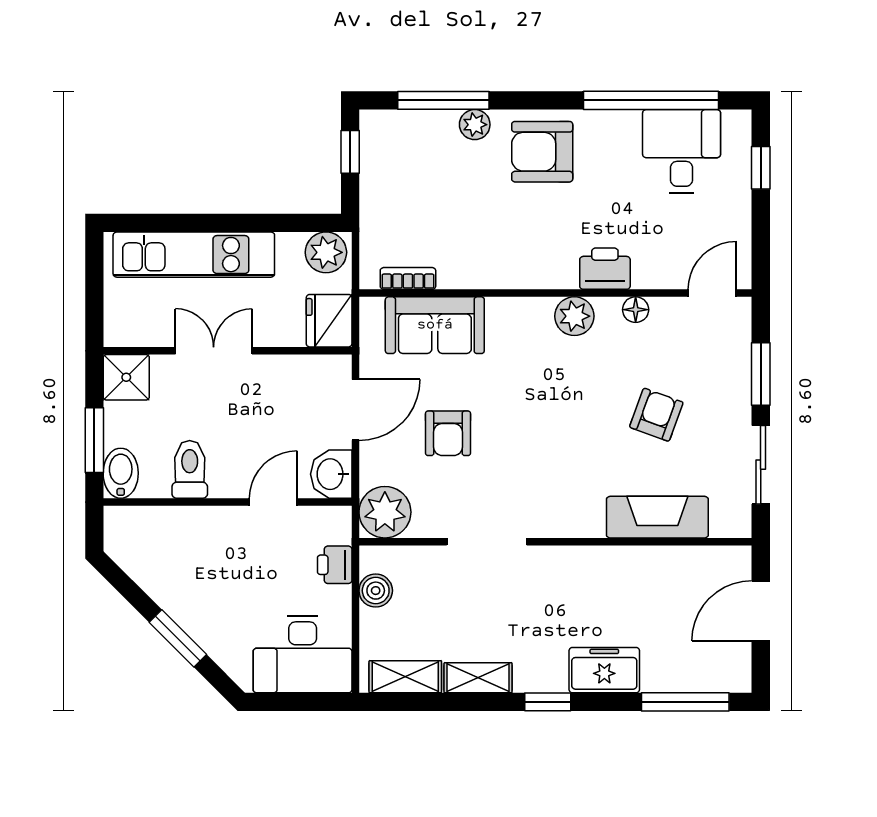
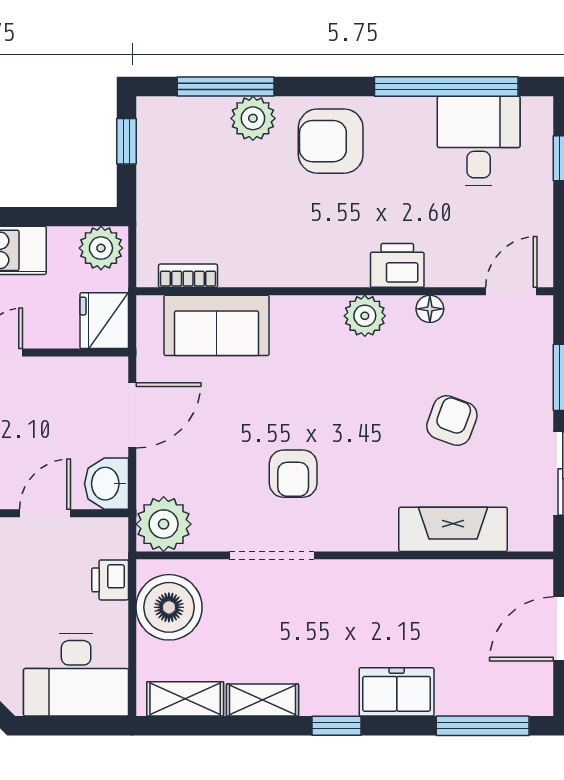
plant: (475, 125) -> (253, 118), width x1.38, depth x1.38
armchair: (448, 433) -> (293, 474), moved
boiler: (376, 591) -> (169, 607), width x1.86, depth x1.86

